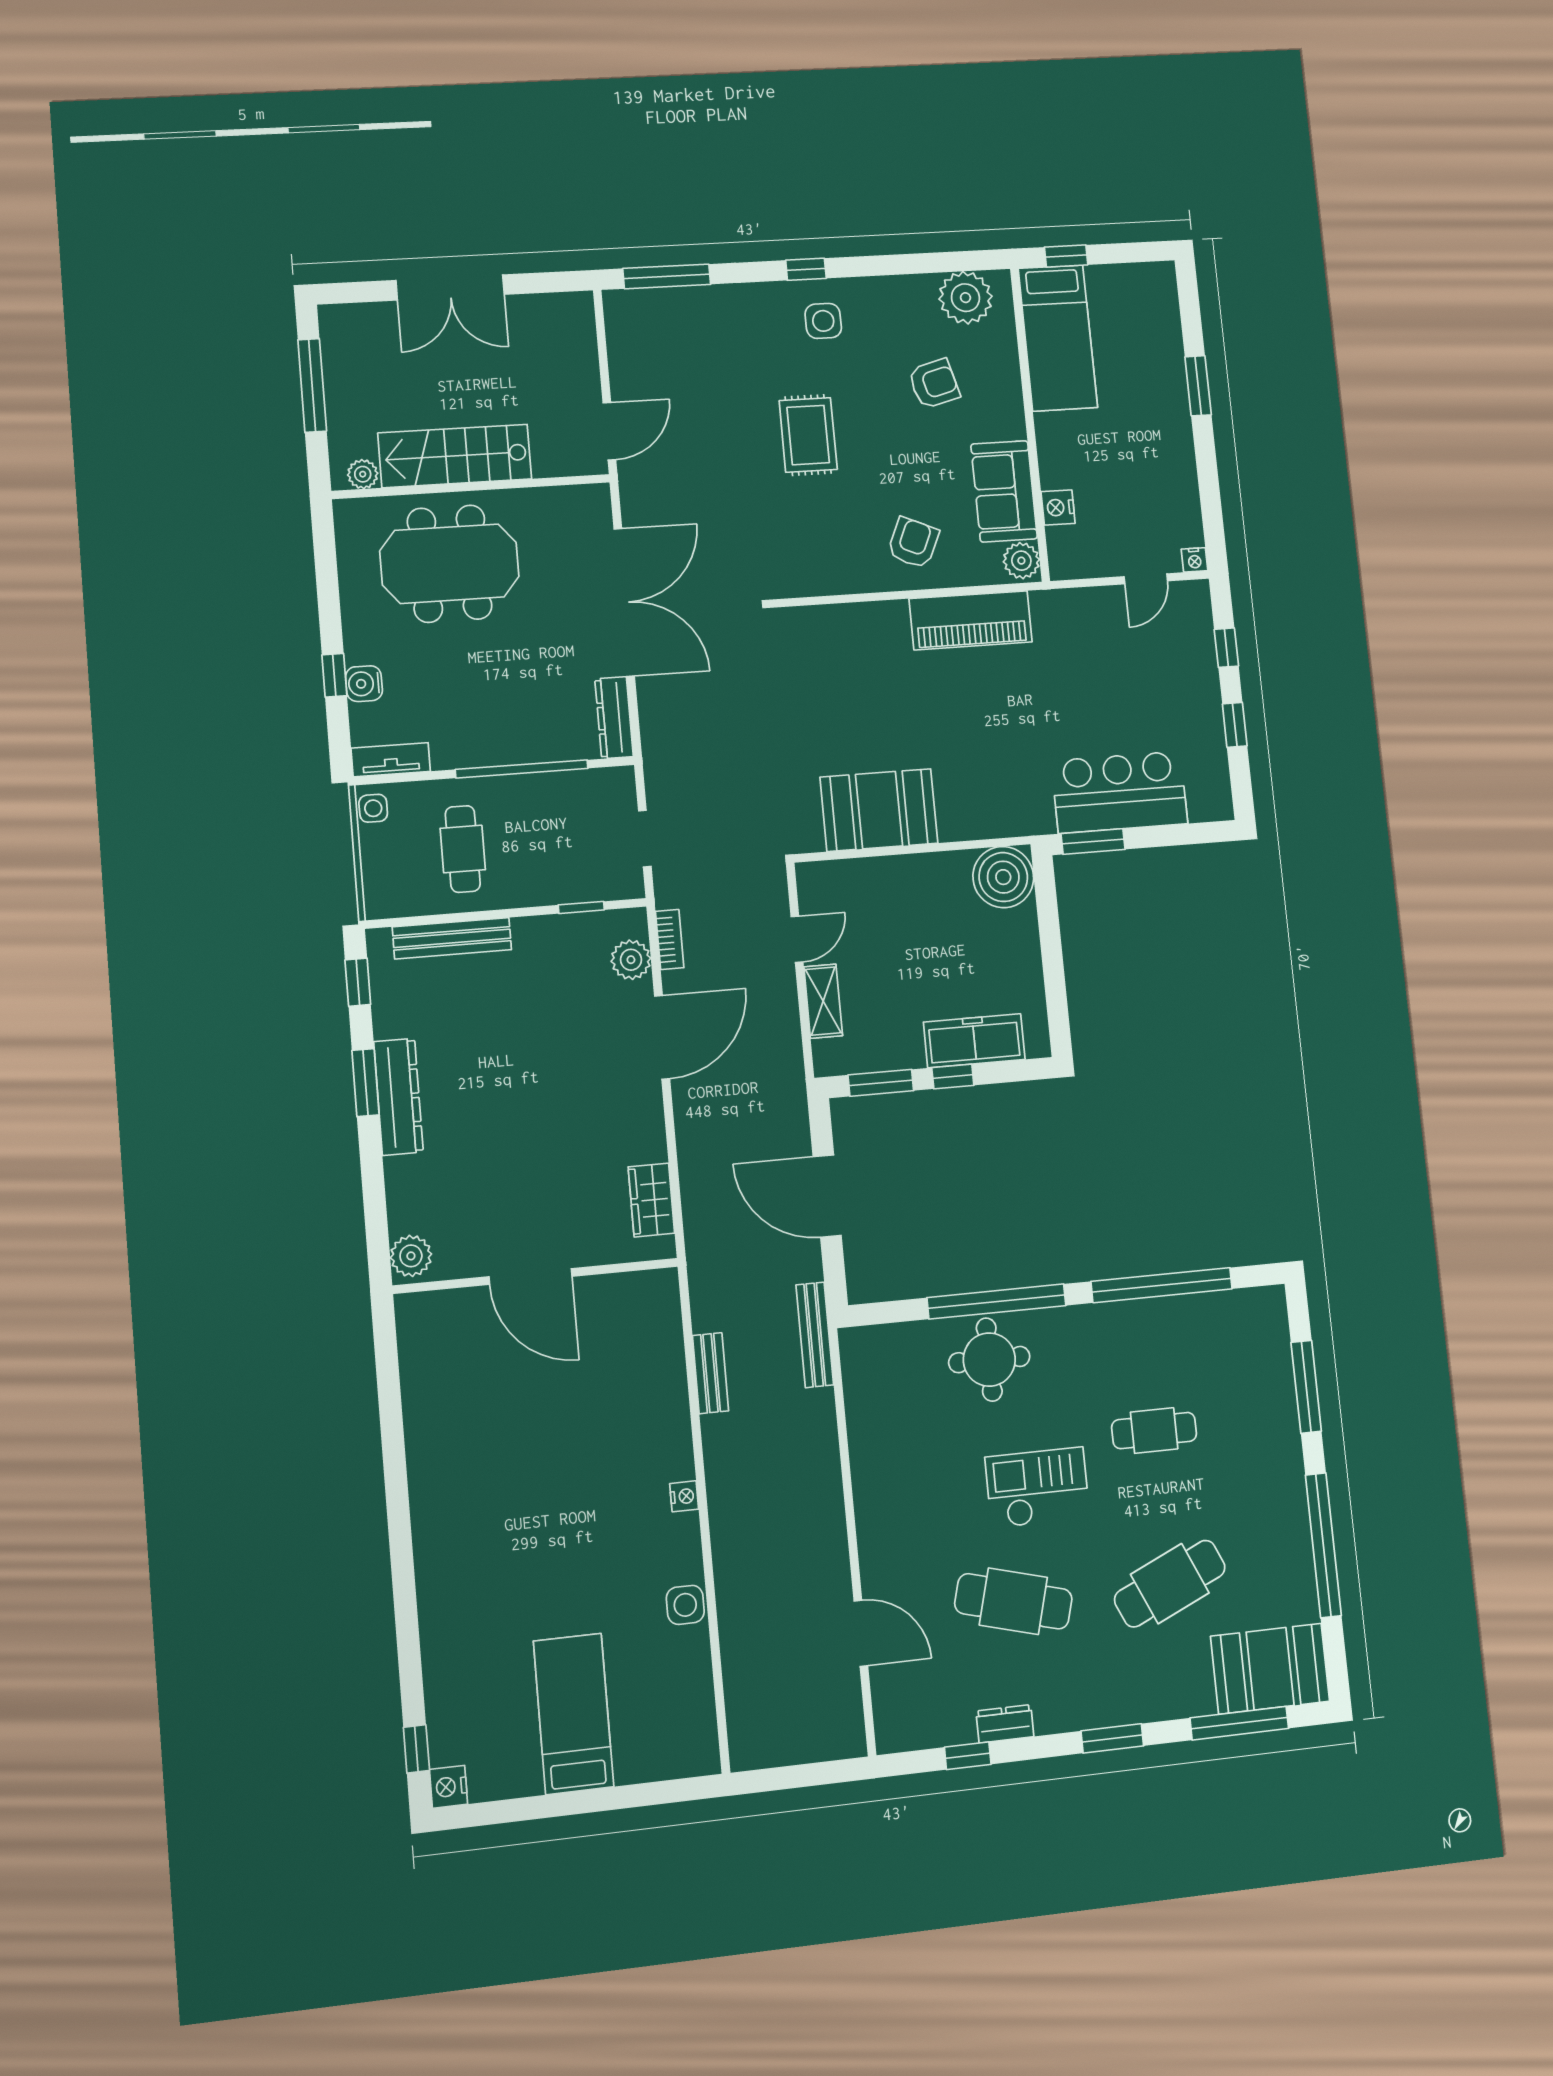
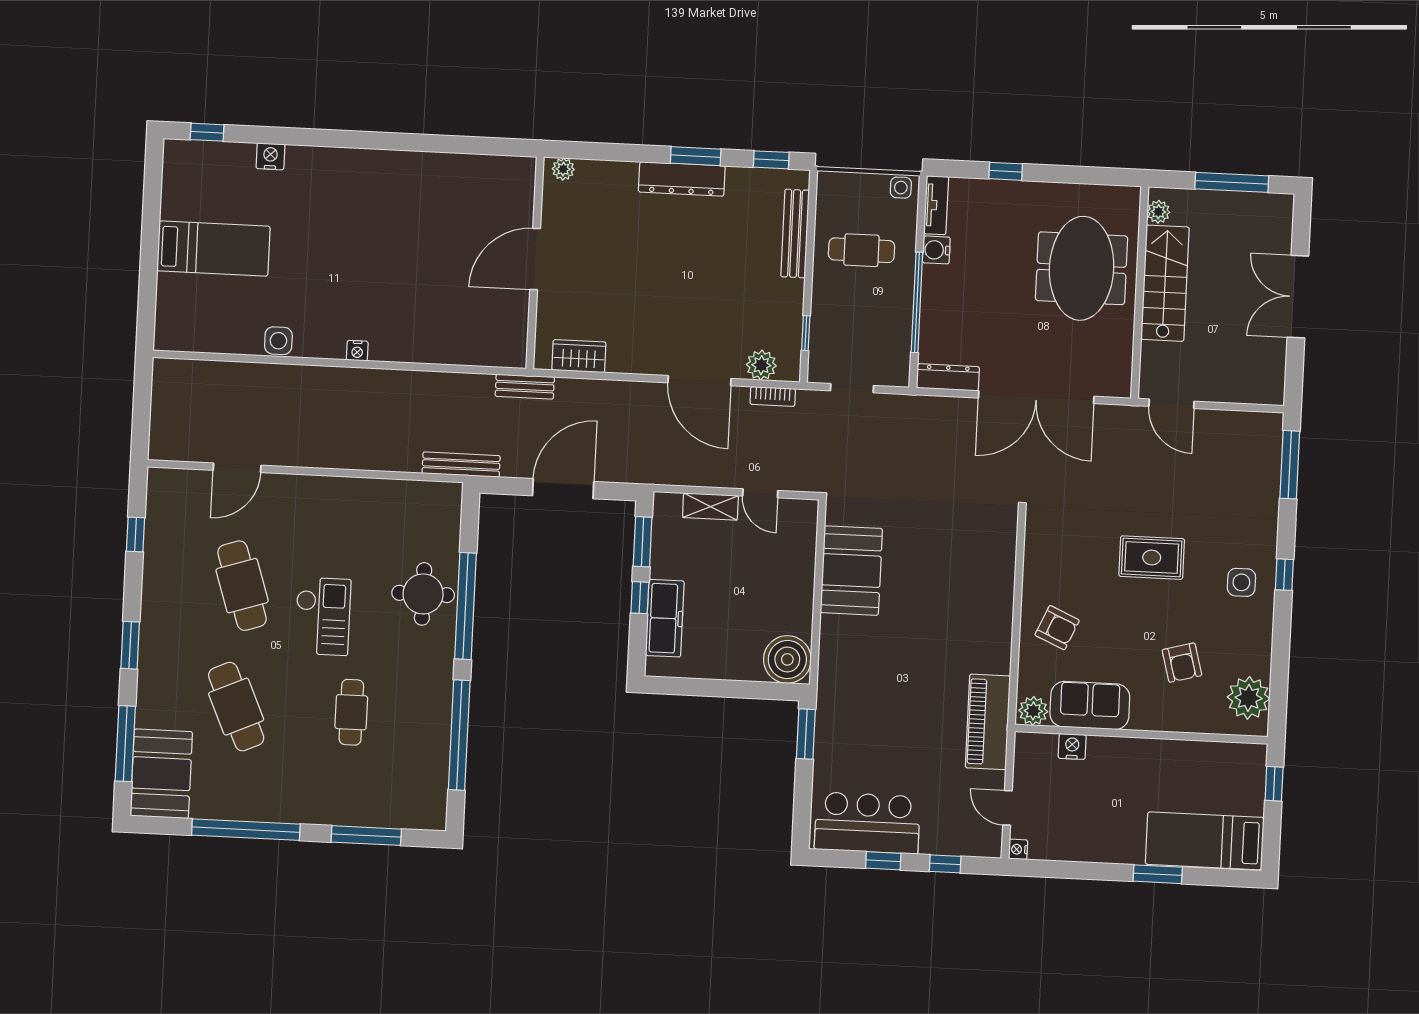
bed: (1058, 338) -> (1205, 841), moved
piano: (971, 620) -> (988, 722), moved
water cooler: (364, 684) -> (936, 250), moved, turned -90
bar counter: (1120, 792) -> (867, 823), moved, turned -90
plant: (411, 1256) -> (563, 169), width x0.73, depth x0.73
bench: (711, 1373) -> (525, 387), moved
cafe table: (1013, 1601) -> (242, 586), turned -33
dresser: (1005, 1724) -> (154, 566), removed
nightstand: (449, 1787) -> (270, 156), moved

